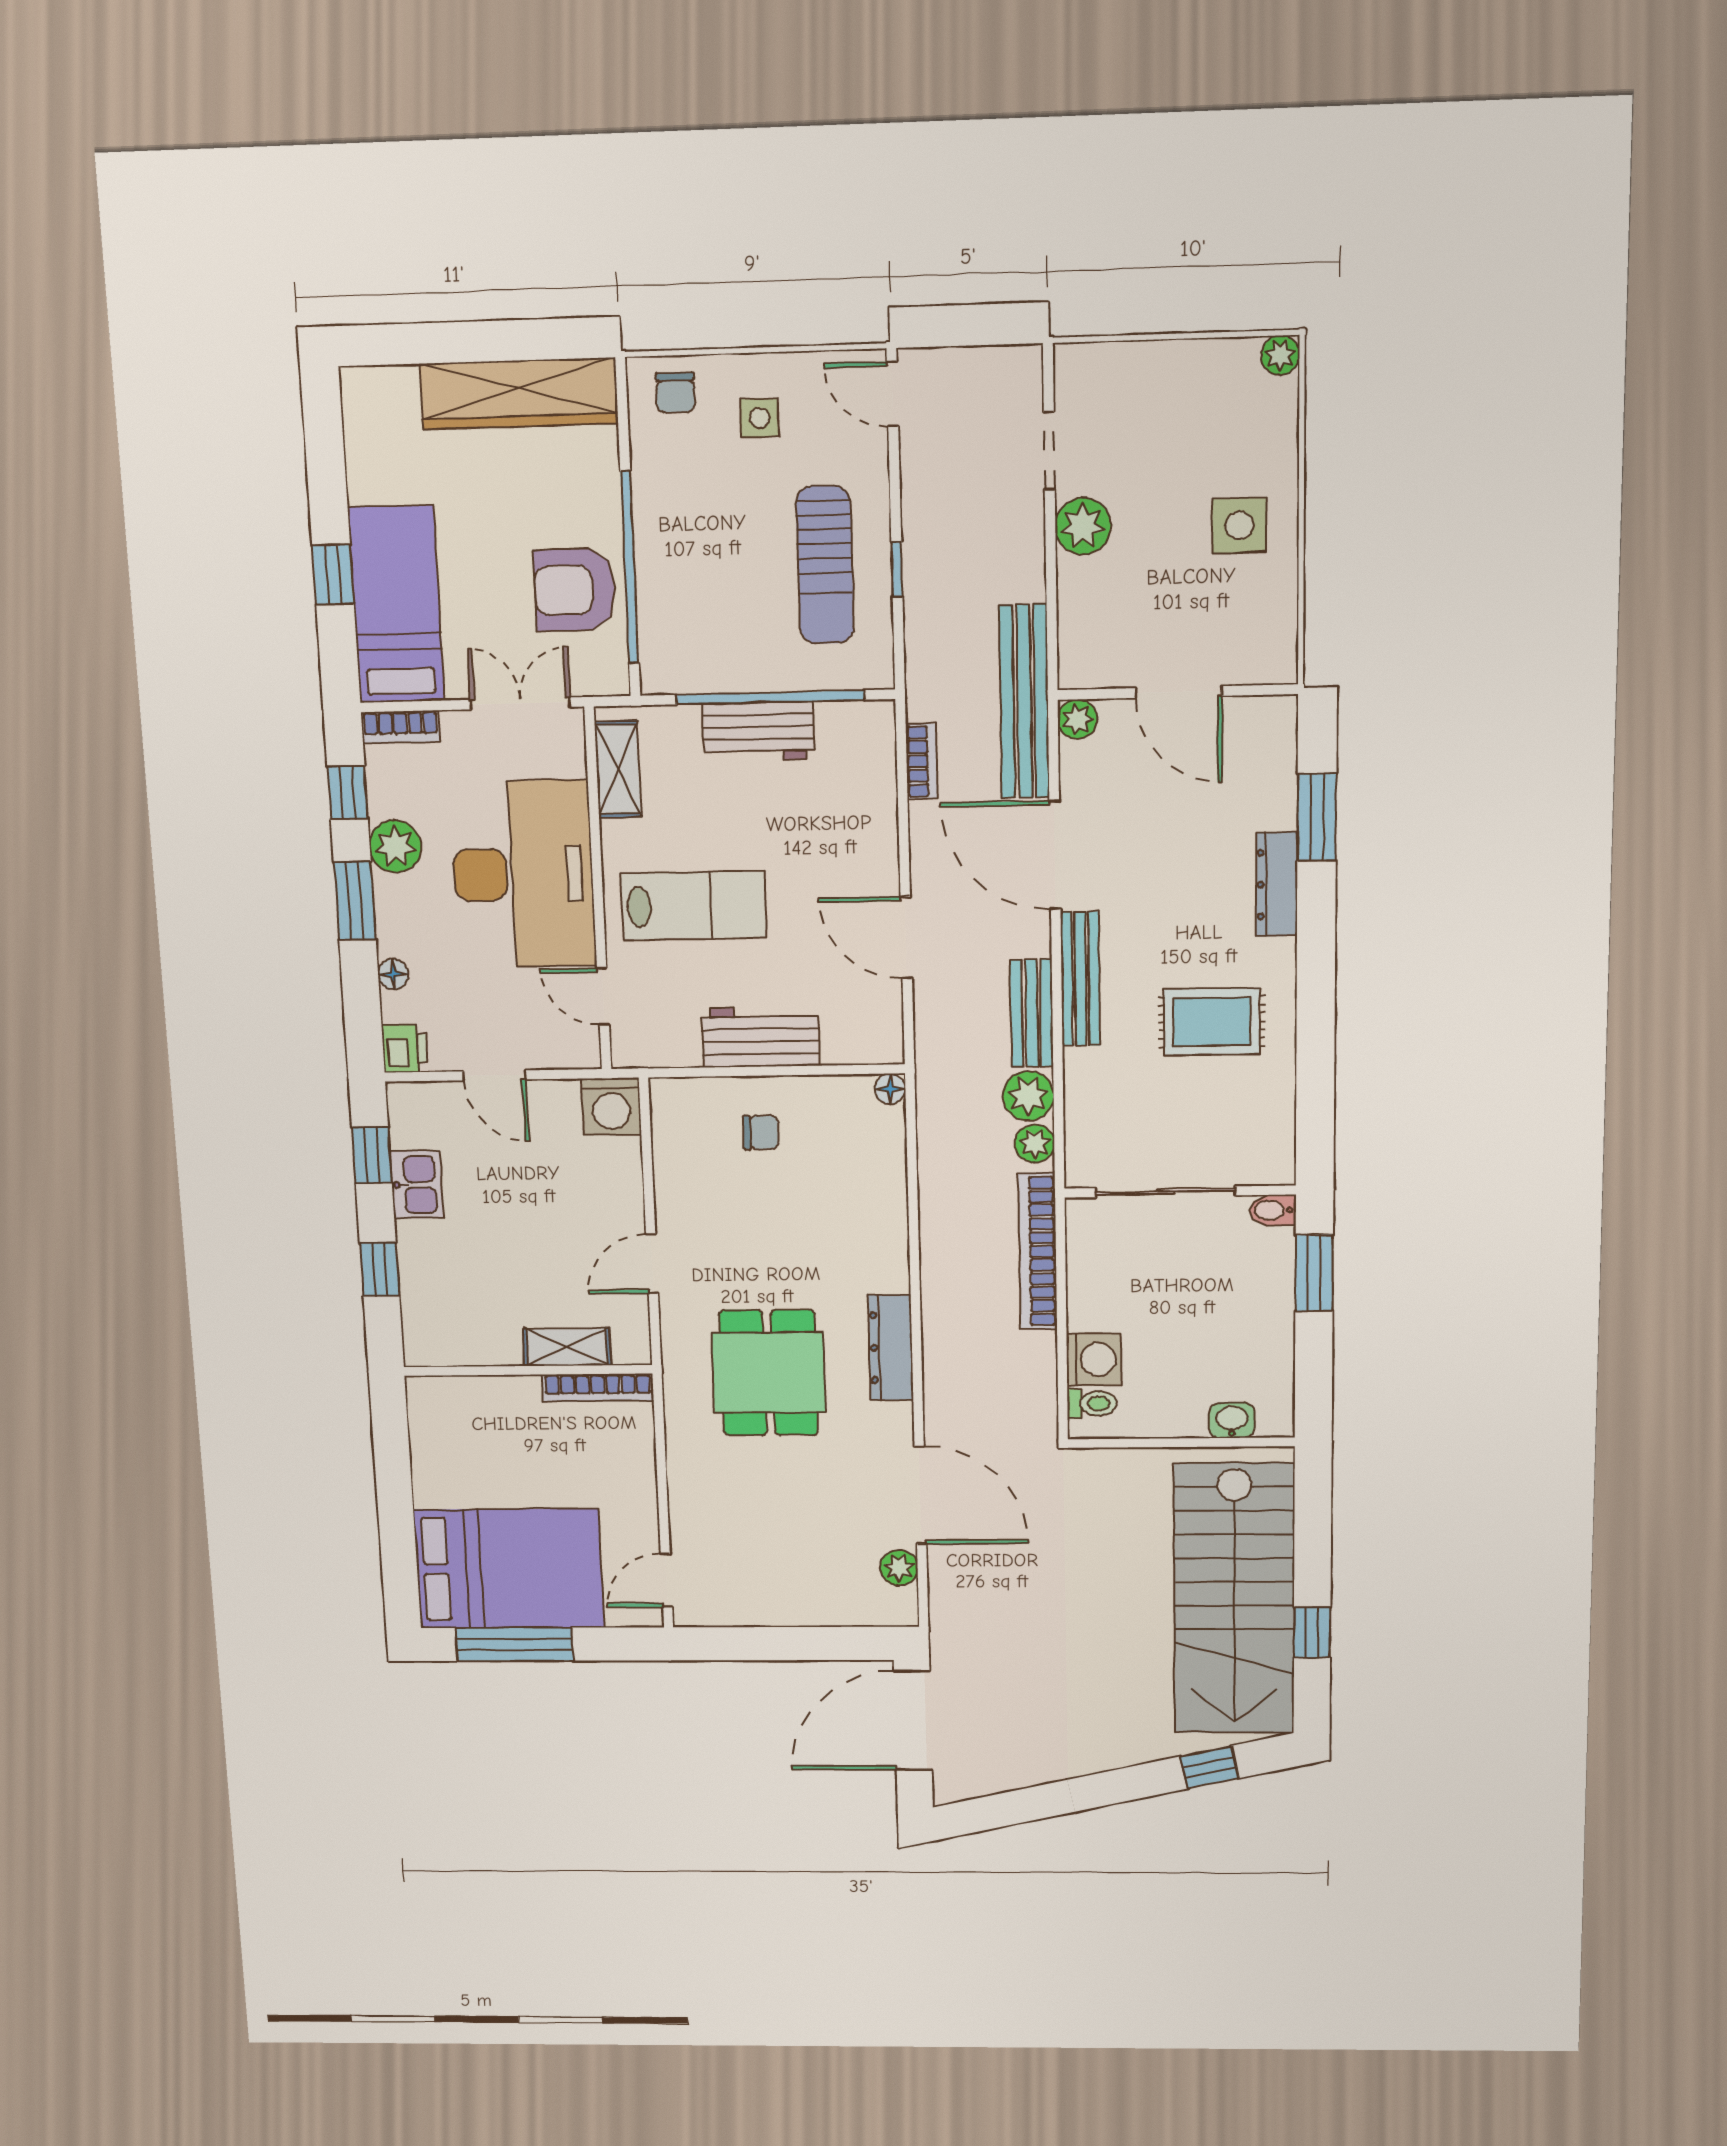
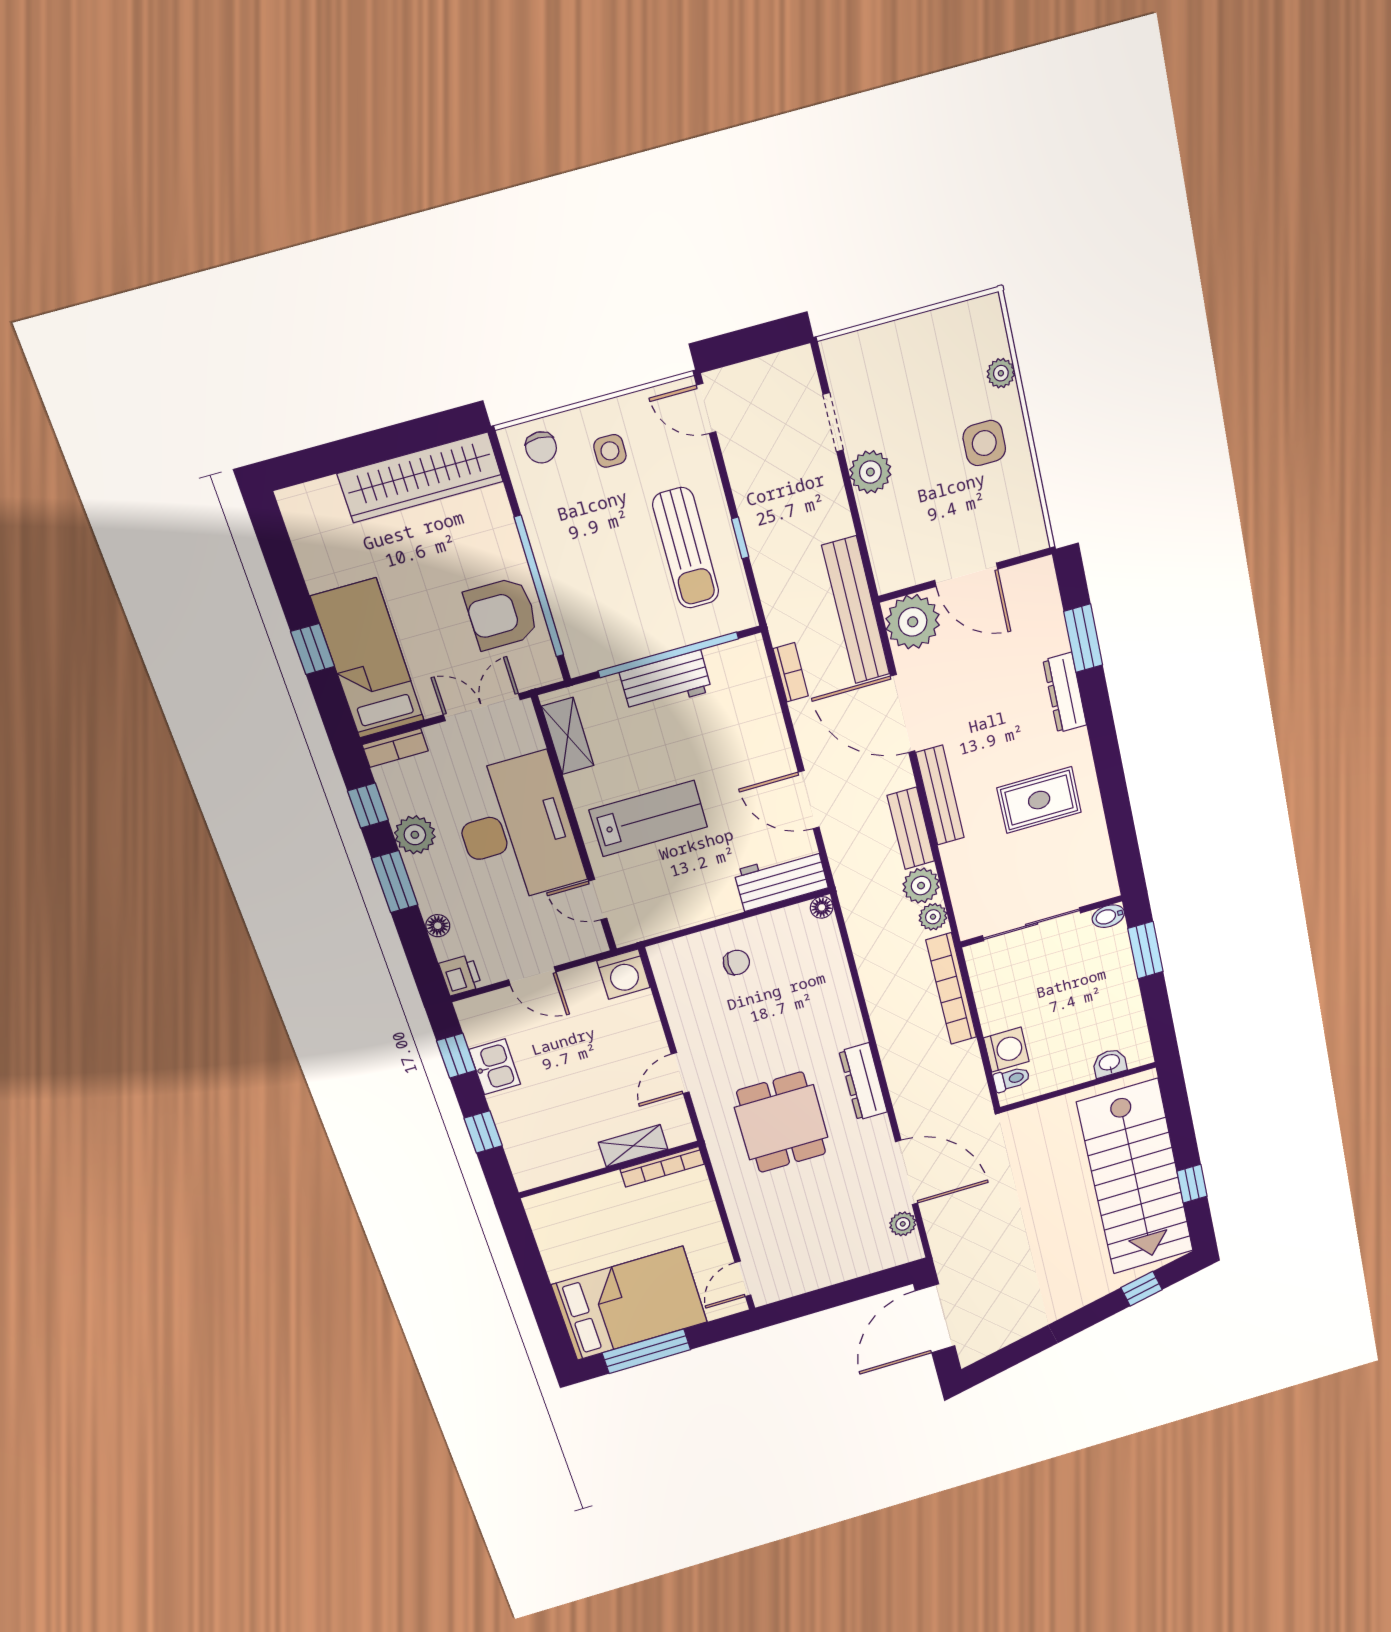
plant: (1280, 355) -> (1001, 373), moved
plant: (1078, 719) -> (913, 622), width x1.88, depth x1.88
workbench: (761, 1037) -> (781, 879), moved

